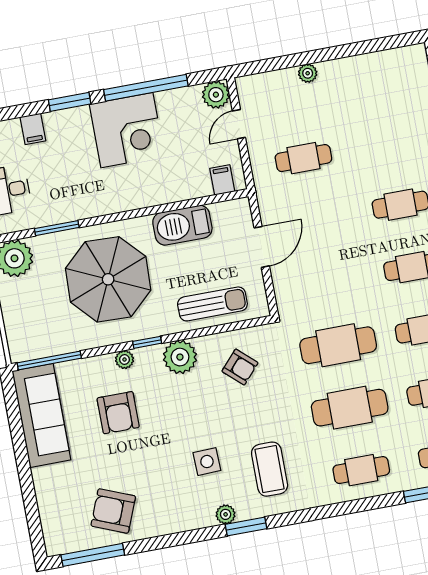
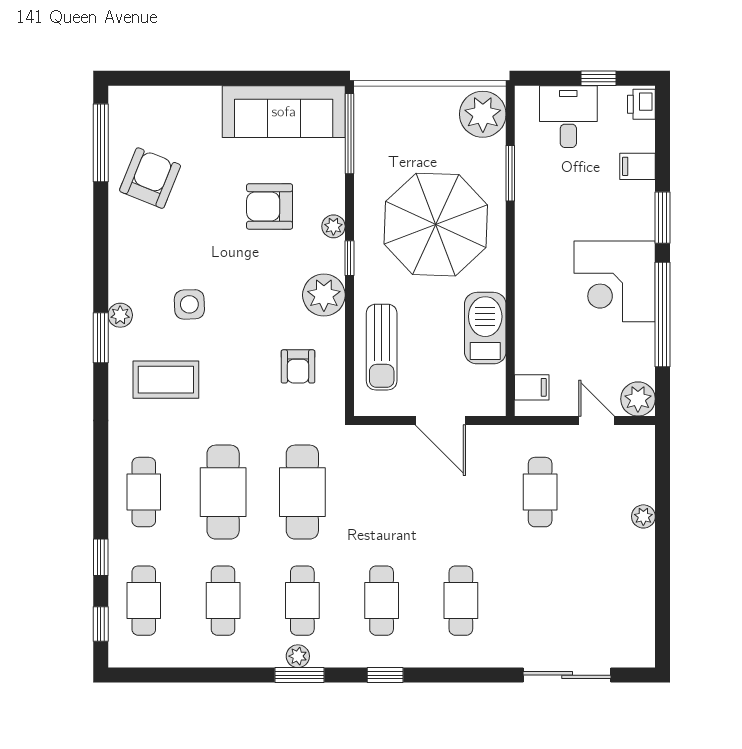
armchair: (240, 367) -> (298, 366), turned -42

